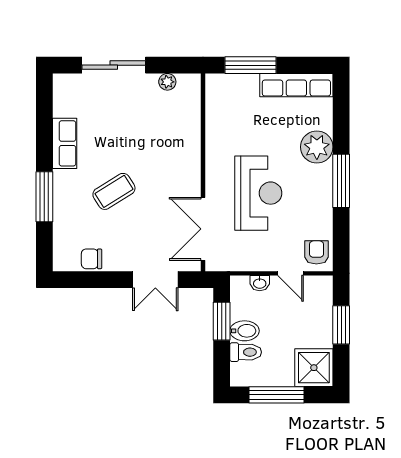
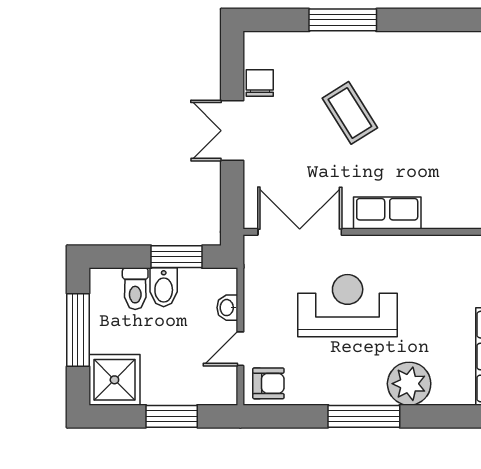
row of seats: (65, 143) -> (387, 213), moved, turned 180
reception desk: (258, 193) -> (348, 306), turned 180
double door: (155, 280) -> (232, 131), moved

